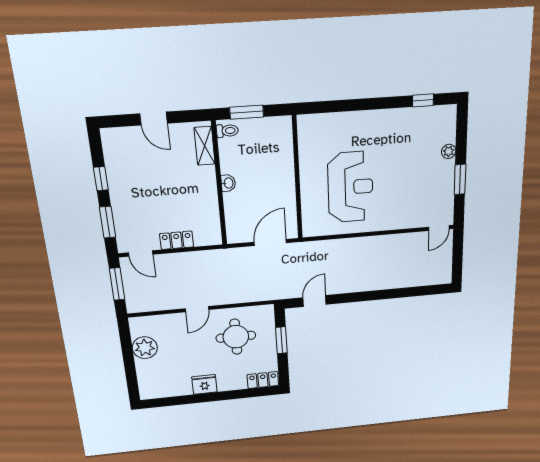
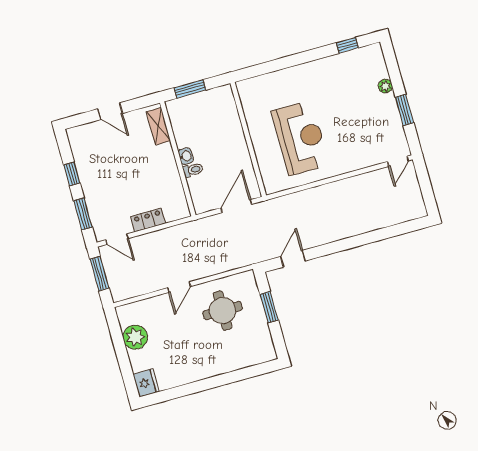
toilet: (227, 131) -> (193, 170), moved
locker: (263, 380) -> (260, 355), removed
fridge: (204, 384) -> (146, 383), moved, turned 90

